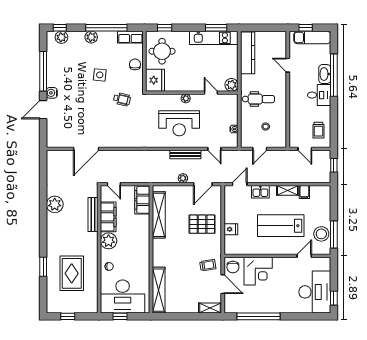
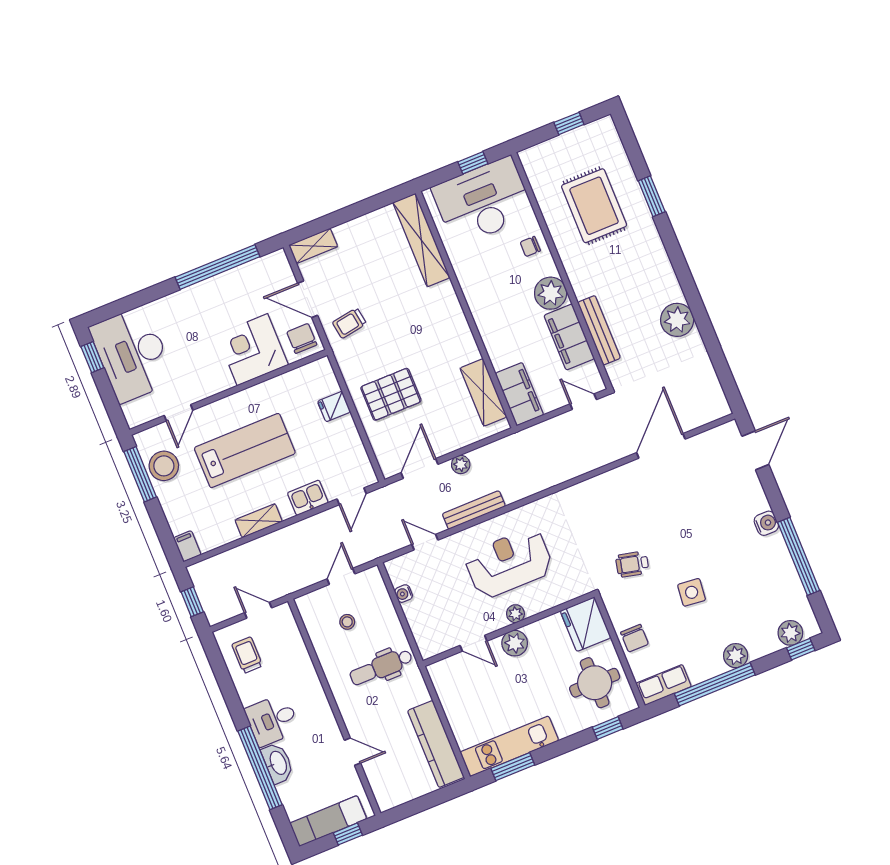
plant: (231, 85) -> (515, 643), moved
door: (43, 110) -> (755, 450), moved
filing cabinet: (304, 192) -> (187, 546), moved
shelving: (159, 215) -> (483, 392), width x0.68

